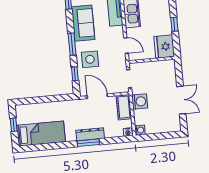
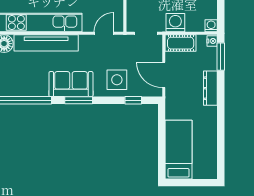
window: (72, 44) -> (79, 100), moved
door: (97, 96) -> (164, 75), hinge flipped
window: (14, 125) -> (190, 183), removed
bed: (41, 134) -> (178, 150), moved
window: (88, 143) -> (221, 57), moved

